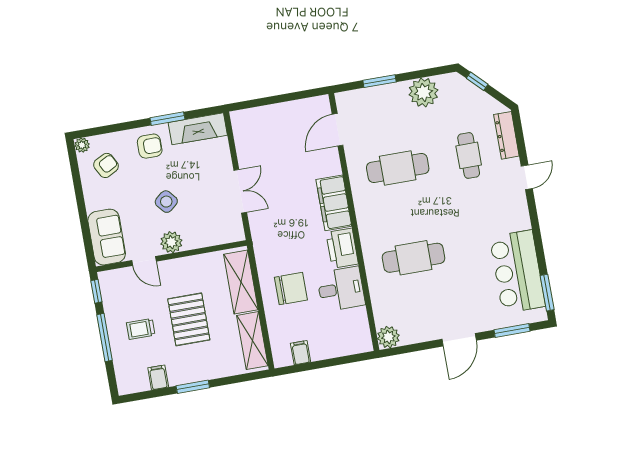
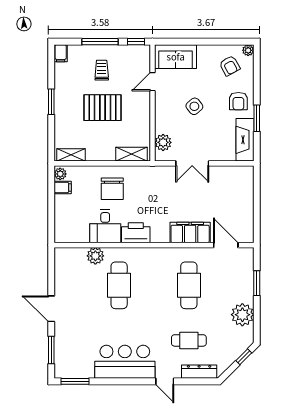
filing cabinet: (334, 203) -> (190, 233), moved
plant: (171, 242) -> (163, 142), moved
bar counter: (517, 272) -> (125, 362), moved
shelving: (241, 282) -> (132, 154), width x0.67, depth x0.75
plant: (388, 337) -> (95, 256), moved
shelving: (252, 341) -> (71, 155), width x0.67, depth x0.75
plant: (284, 359) -> (60, 174), added
filing cabinet: (158, 377) -> (61, 53), moved, turned 90

